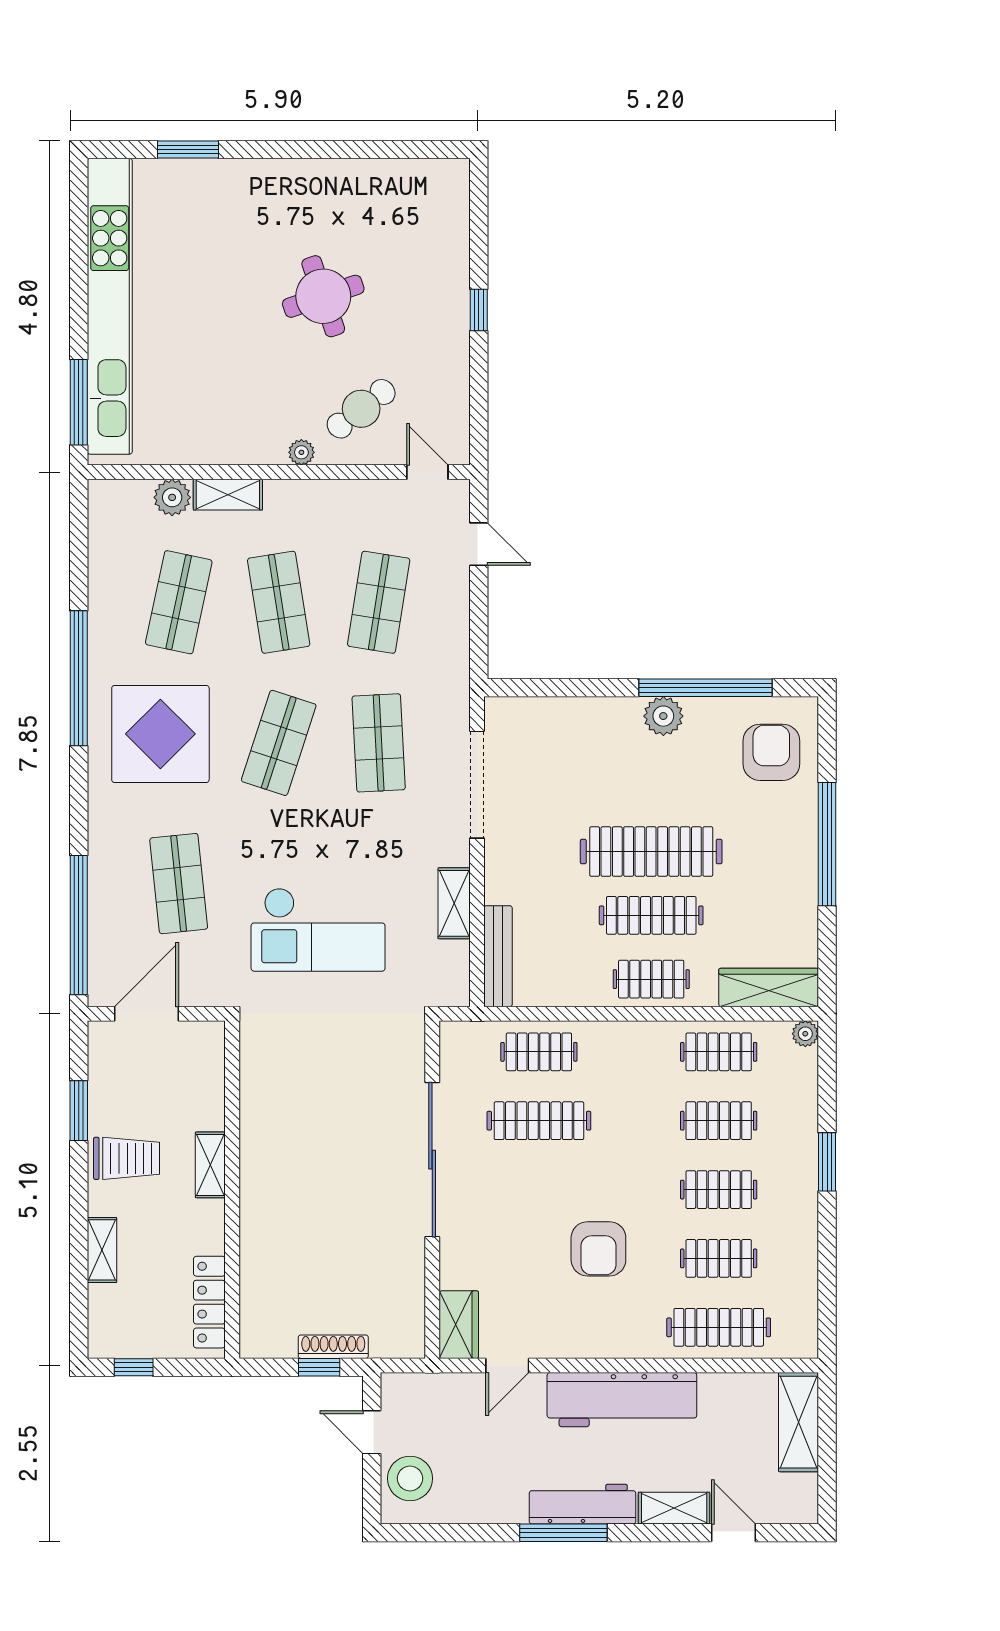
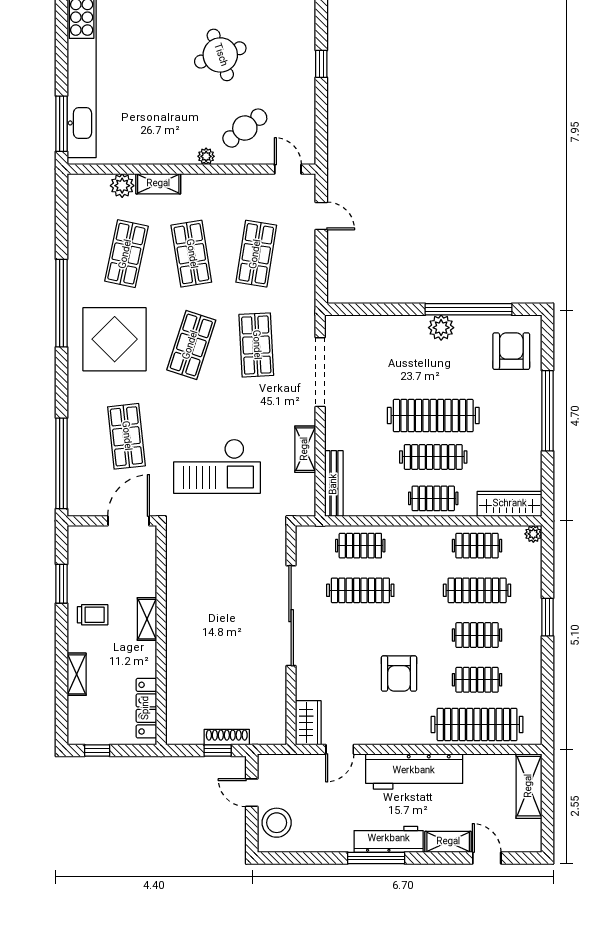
door: (147, 1014) -> (129, 521), moved
clothes rail: (719, 1121) -> (477, 590), width x1.36
trolley: (127, 1158) -> (93, 615), width x0.73, depth x0.72
clothes rail: (719, 1327) -> (477, 724), width x1.37, depth x1.31

